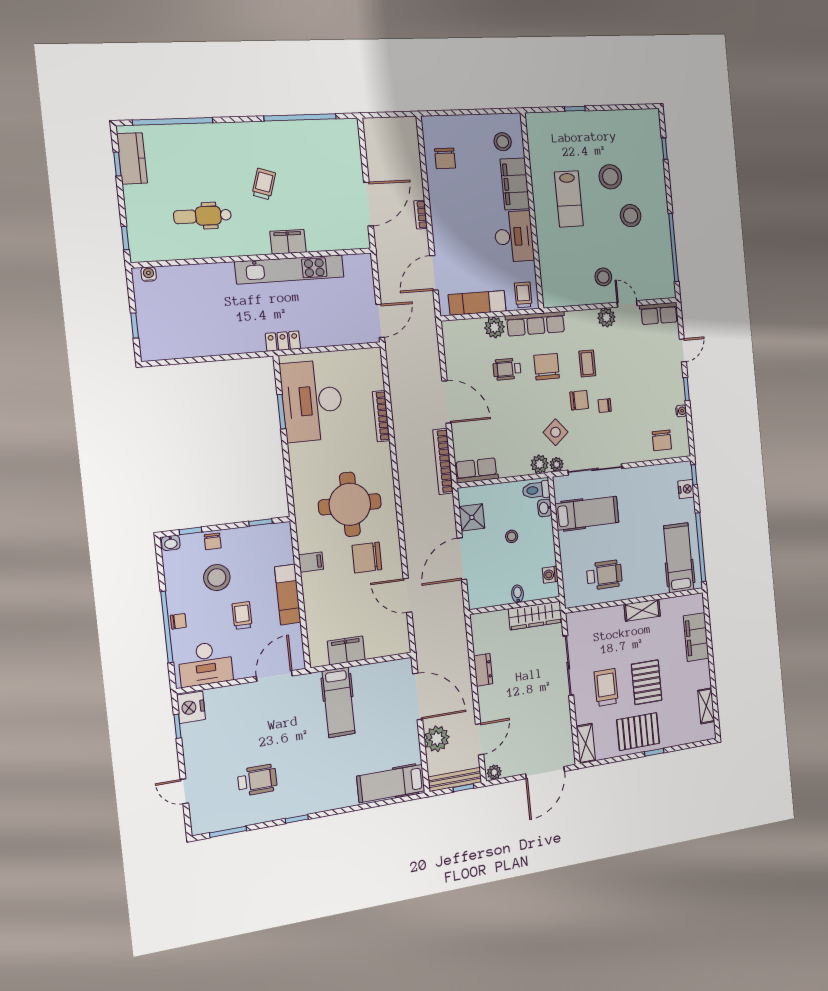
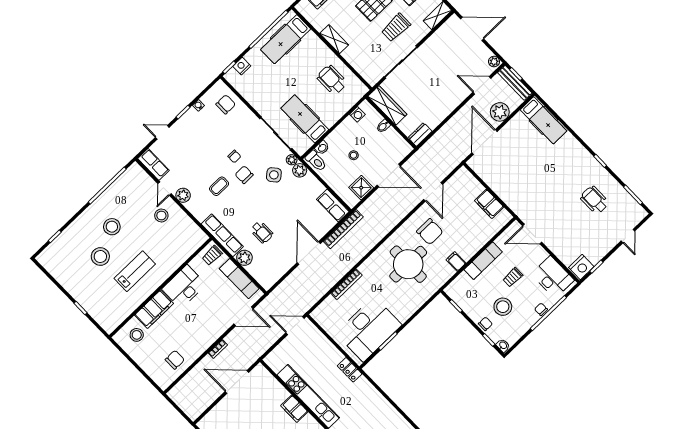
chair: (547, 367) -> (241, 210), removed
dresser: (483, 670) -> (420, 134), moved
hospital bed: (339, 702) -> (520, 186), removed

